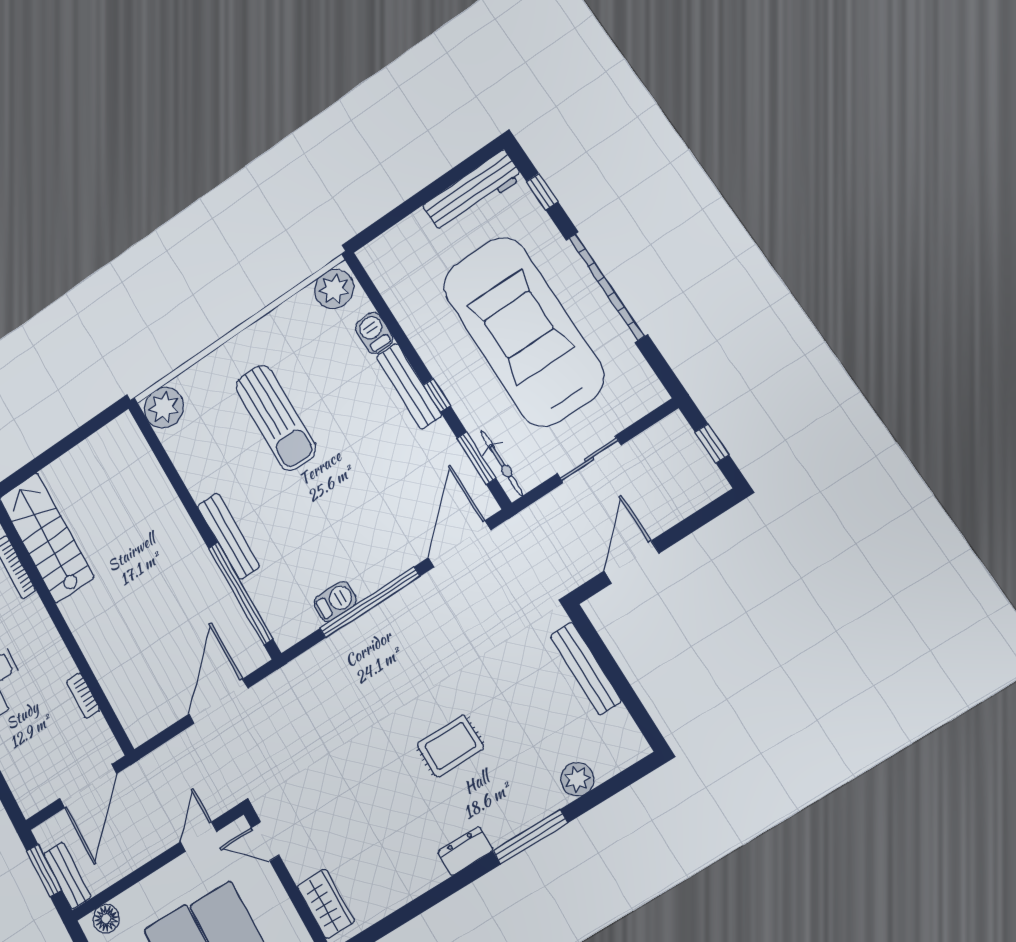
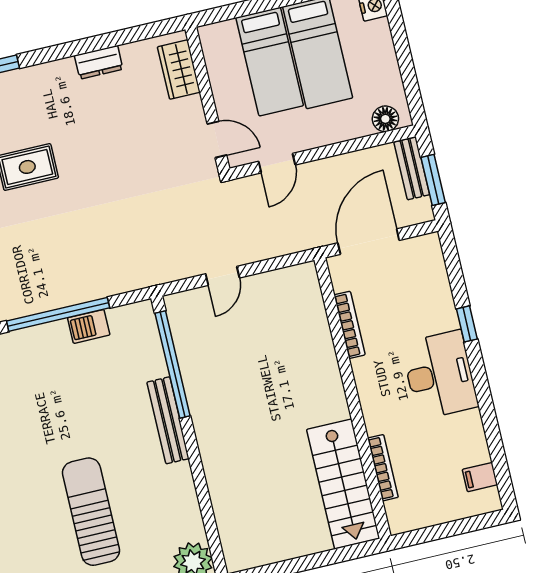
bookcase: (83, 696) -> (349, 325), width x1.56
door: (218, 701) -> (223, 276), width x0.53
dresser: (465, 851) -> (99, 62), moved

